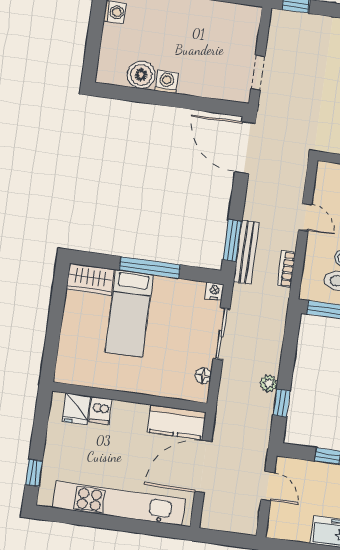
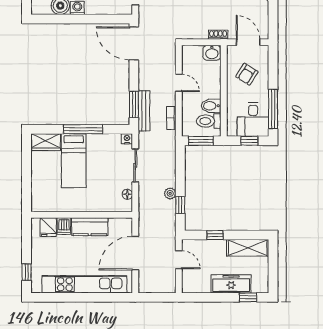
kitchen counter: (177, 422) -> (90, 227), moved

